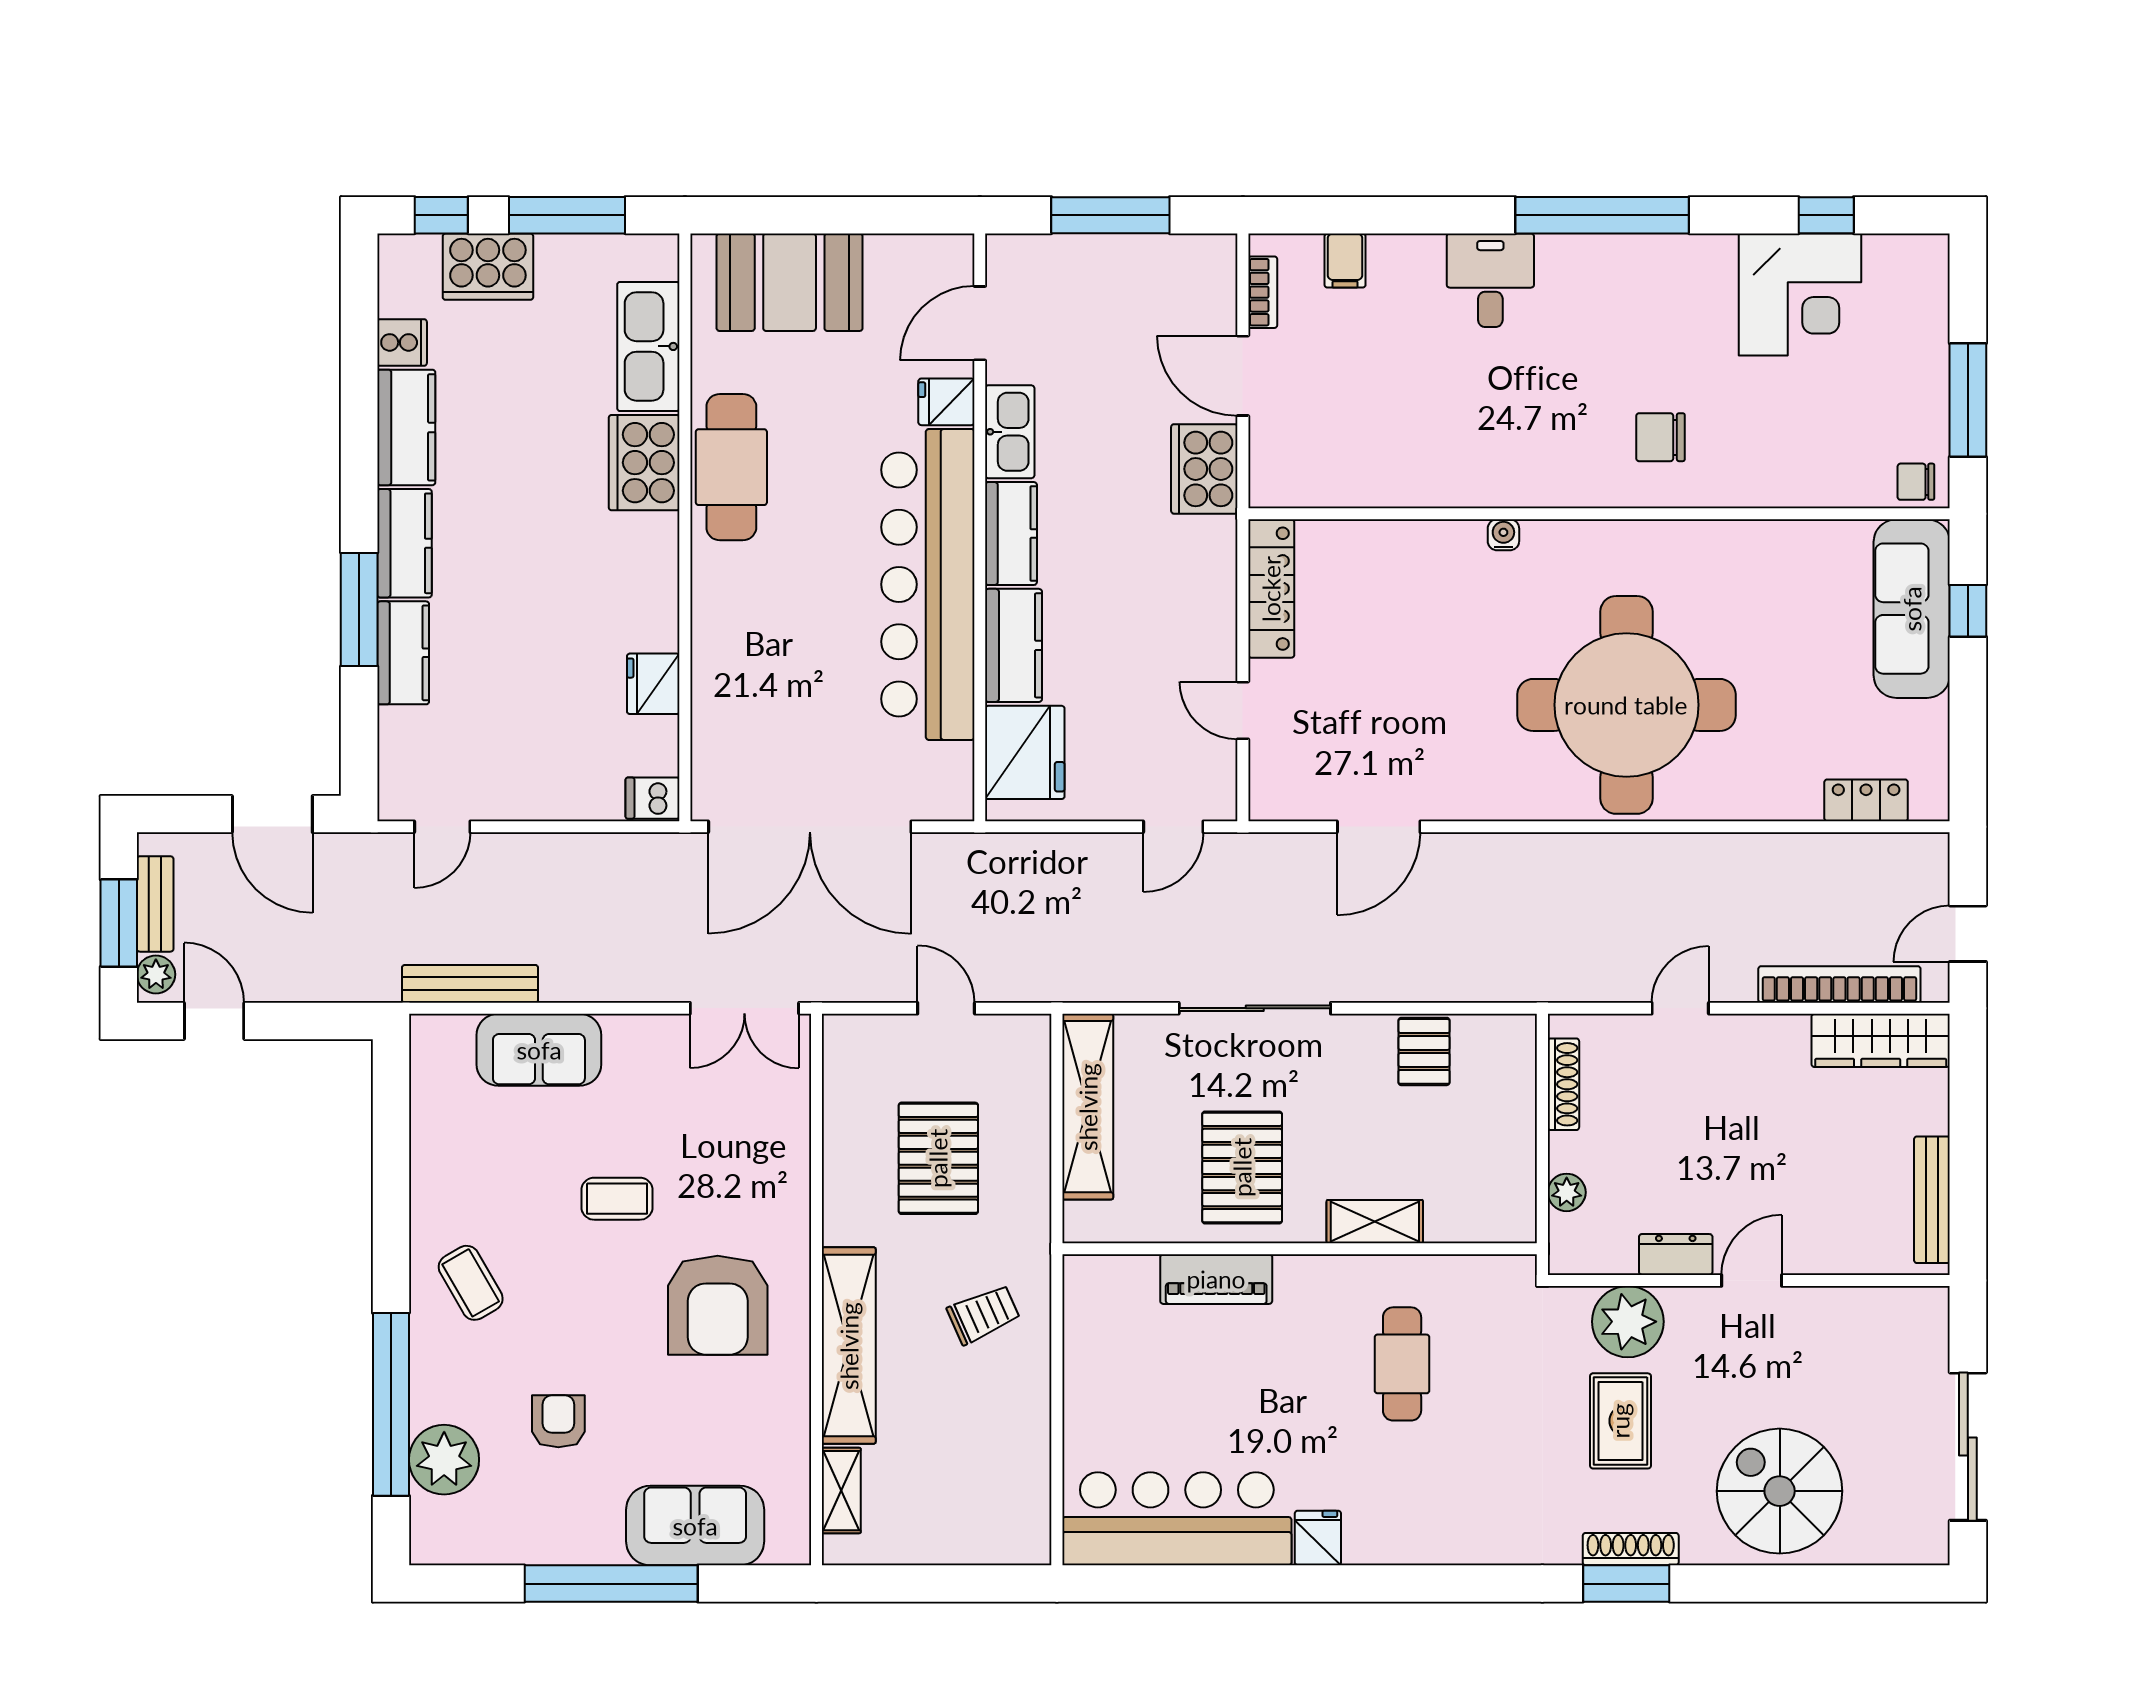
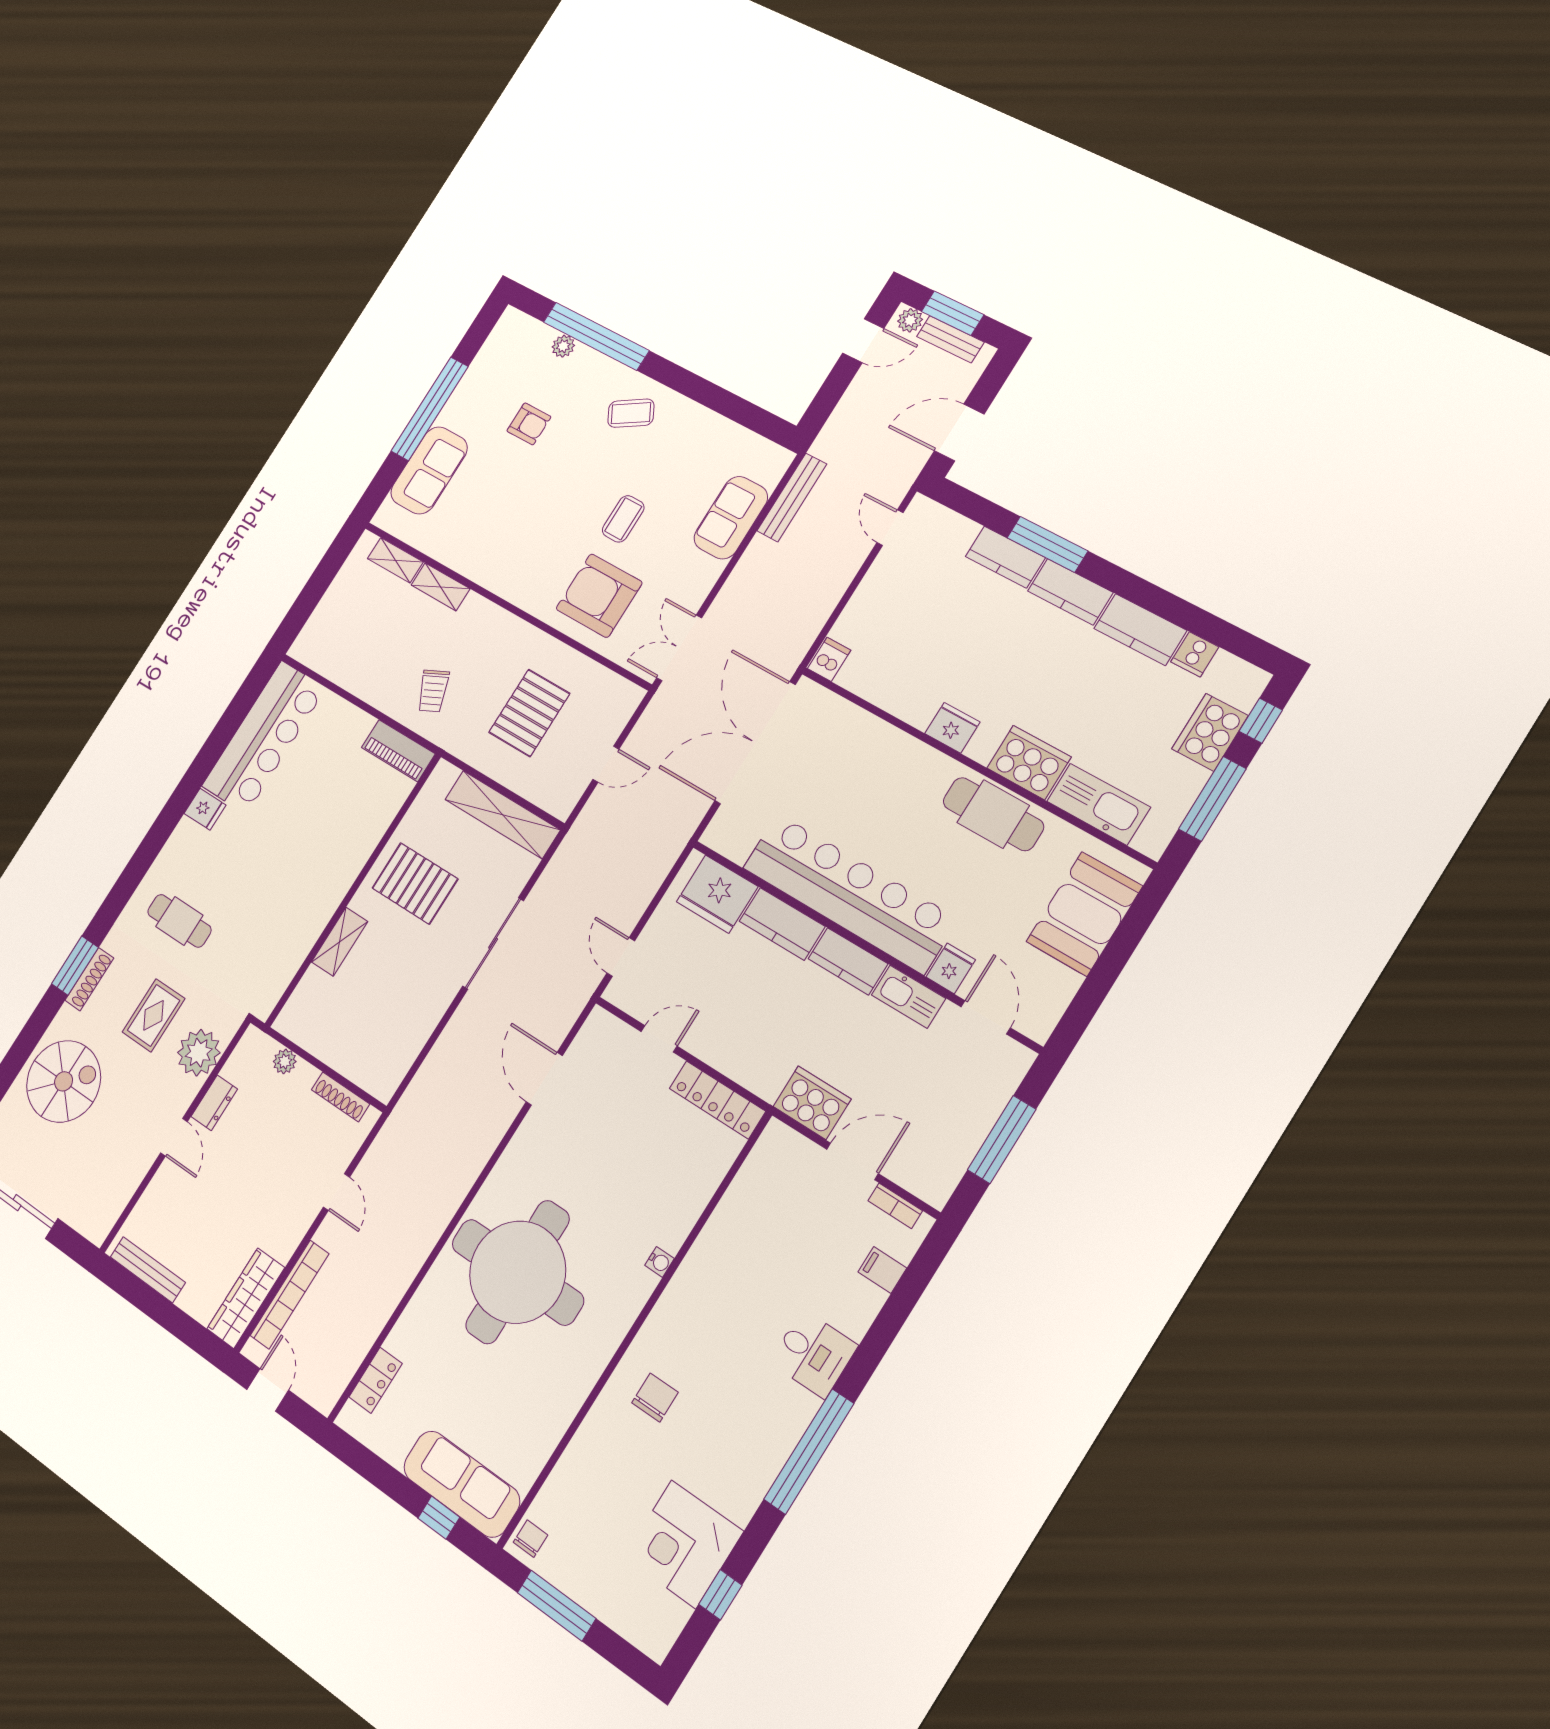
fridge: (653, 684) -> (952, 728), moved
pallet: (1424, 1051) -> (408, 1027), removed
pallet: (938, 1158) -> (529, 713), turned 90
piano: (1216, 1279) -> (398, 751), moved, turned -90
armchair: (718, 1305) -> (599, 596), moved
shelving: (849, 1346) -> (440, 587), width x0.45, depth x0.75
cafe table: (1402, 1364) -> (179, 921), moved
rug: (1620, 1421) -> (154, 1015), turned 90
plant: (444, 1460) -> (563, 346), width x0.53, depth x0.53

